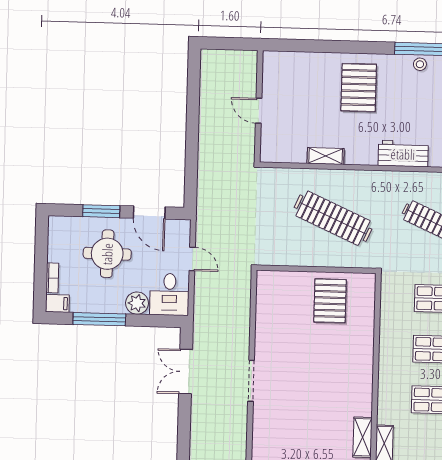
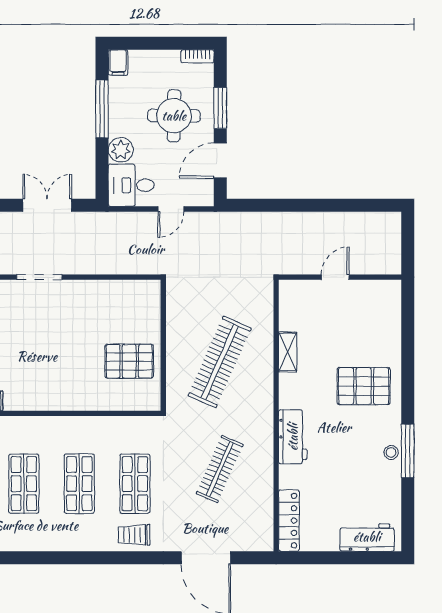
bookcase: (52, 278) -> (197, 56), moved

